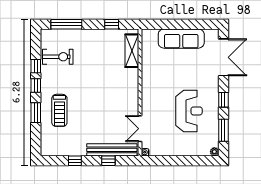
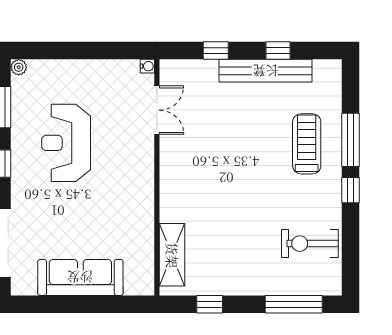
window: (36, 66) -> (351, 226), removed
window: (36, 113) -> (351, 140), width x1.44
bench: (112, 150) -> (266, 71), moved

